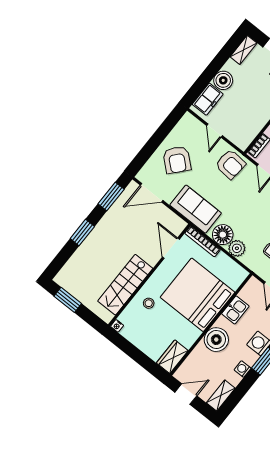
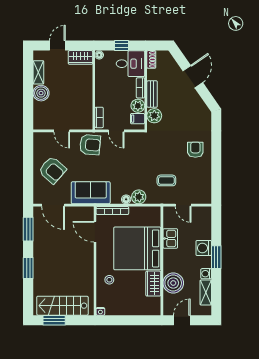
shelving: (244, 50) -> (38, 72), moved
freezer: (208, 99) -> (41, 114), removed
door: (152, 193) -> (53, 205), hinge flipped
floor lamp: (223, 235) -> (126, 199), width x0.53, depth x0.53
stairs: (125, 285) -> (62, 306), moved, turned 90
boiler: (216, 340) -> (173, 283), moved
wardrobe: (172, 357) -> (153, 284), moved
shelving: (221, 395) -> (206, 292), moved

